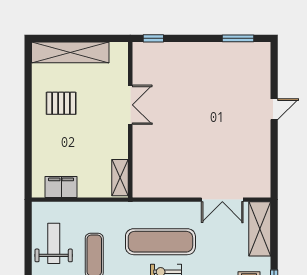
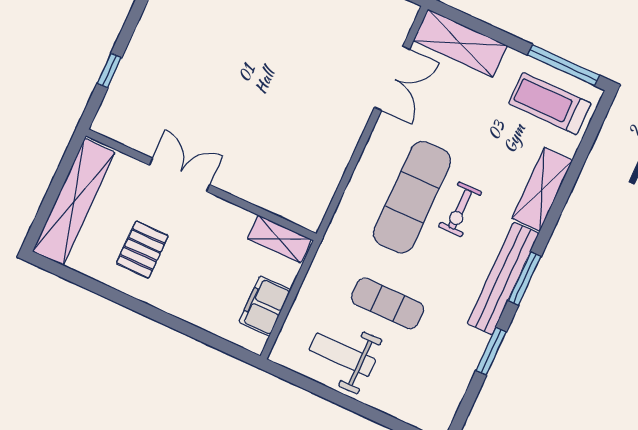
double door: (130, 105) -> (179, 175), moved
wall: (130, 120) -> (201, 185), moved
shelving: (120, 178) -> (279, 239), moved

